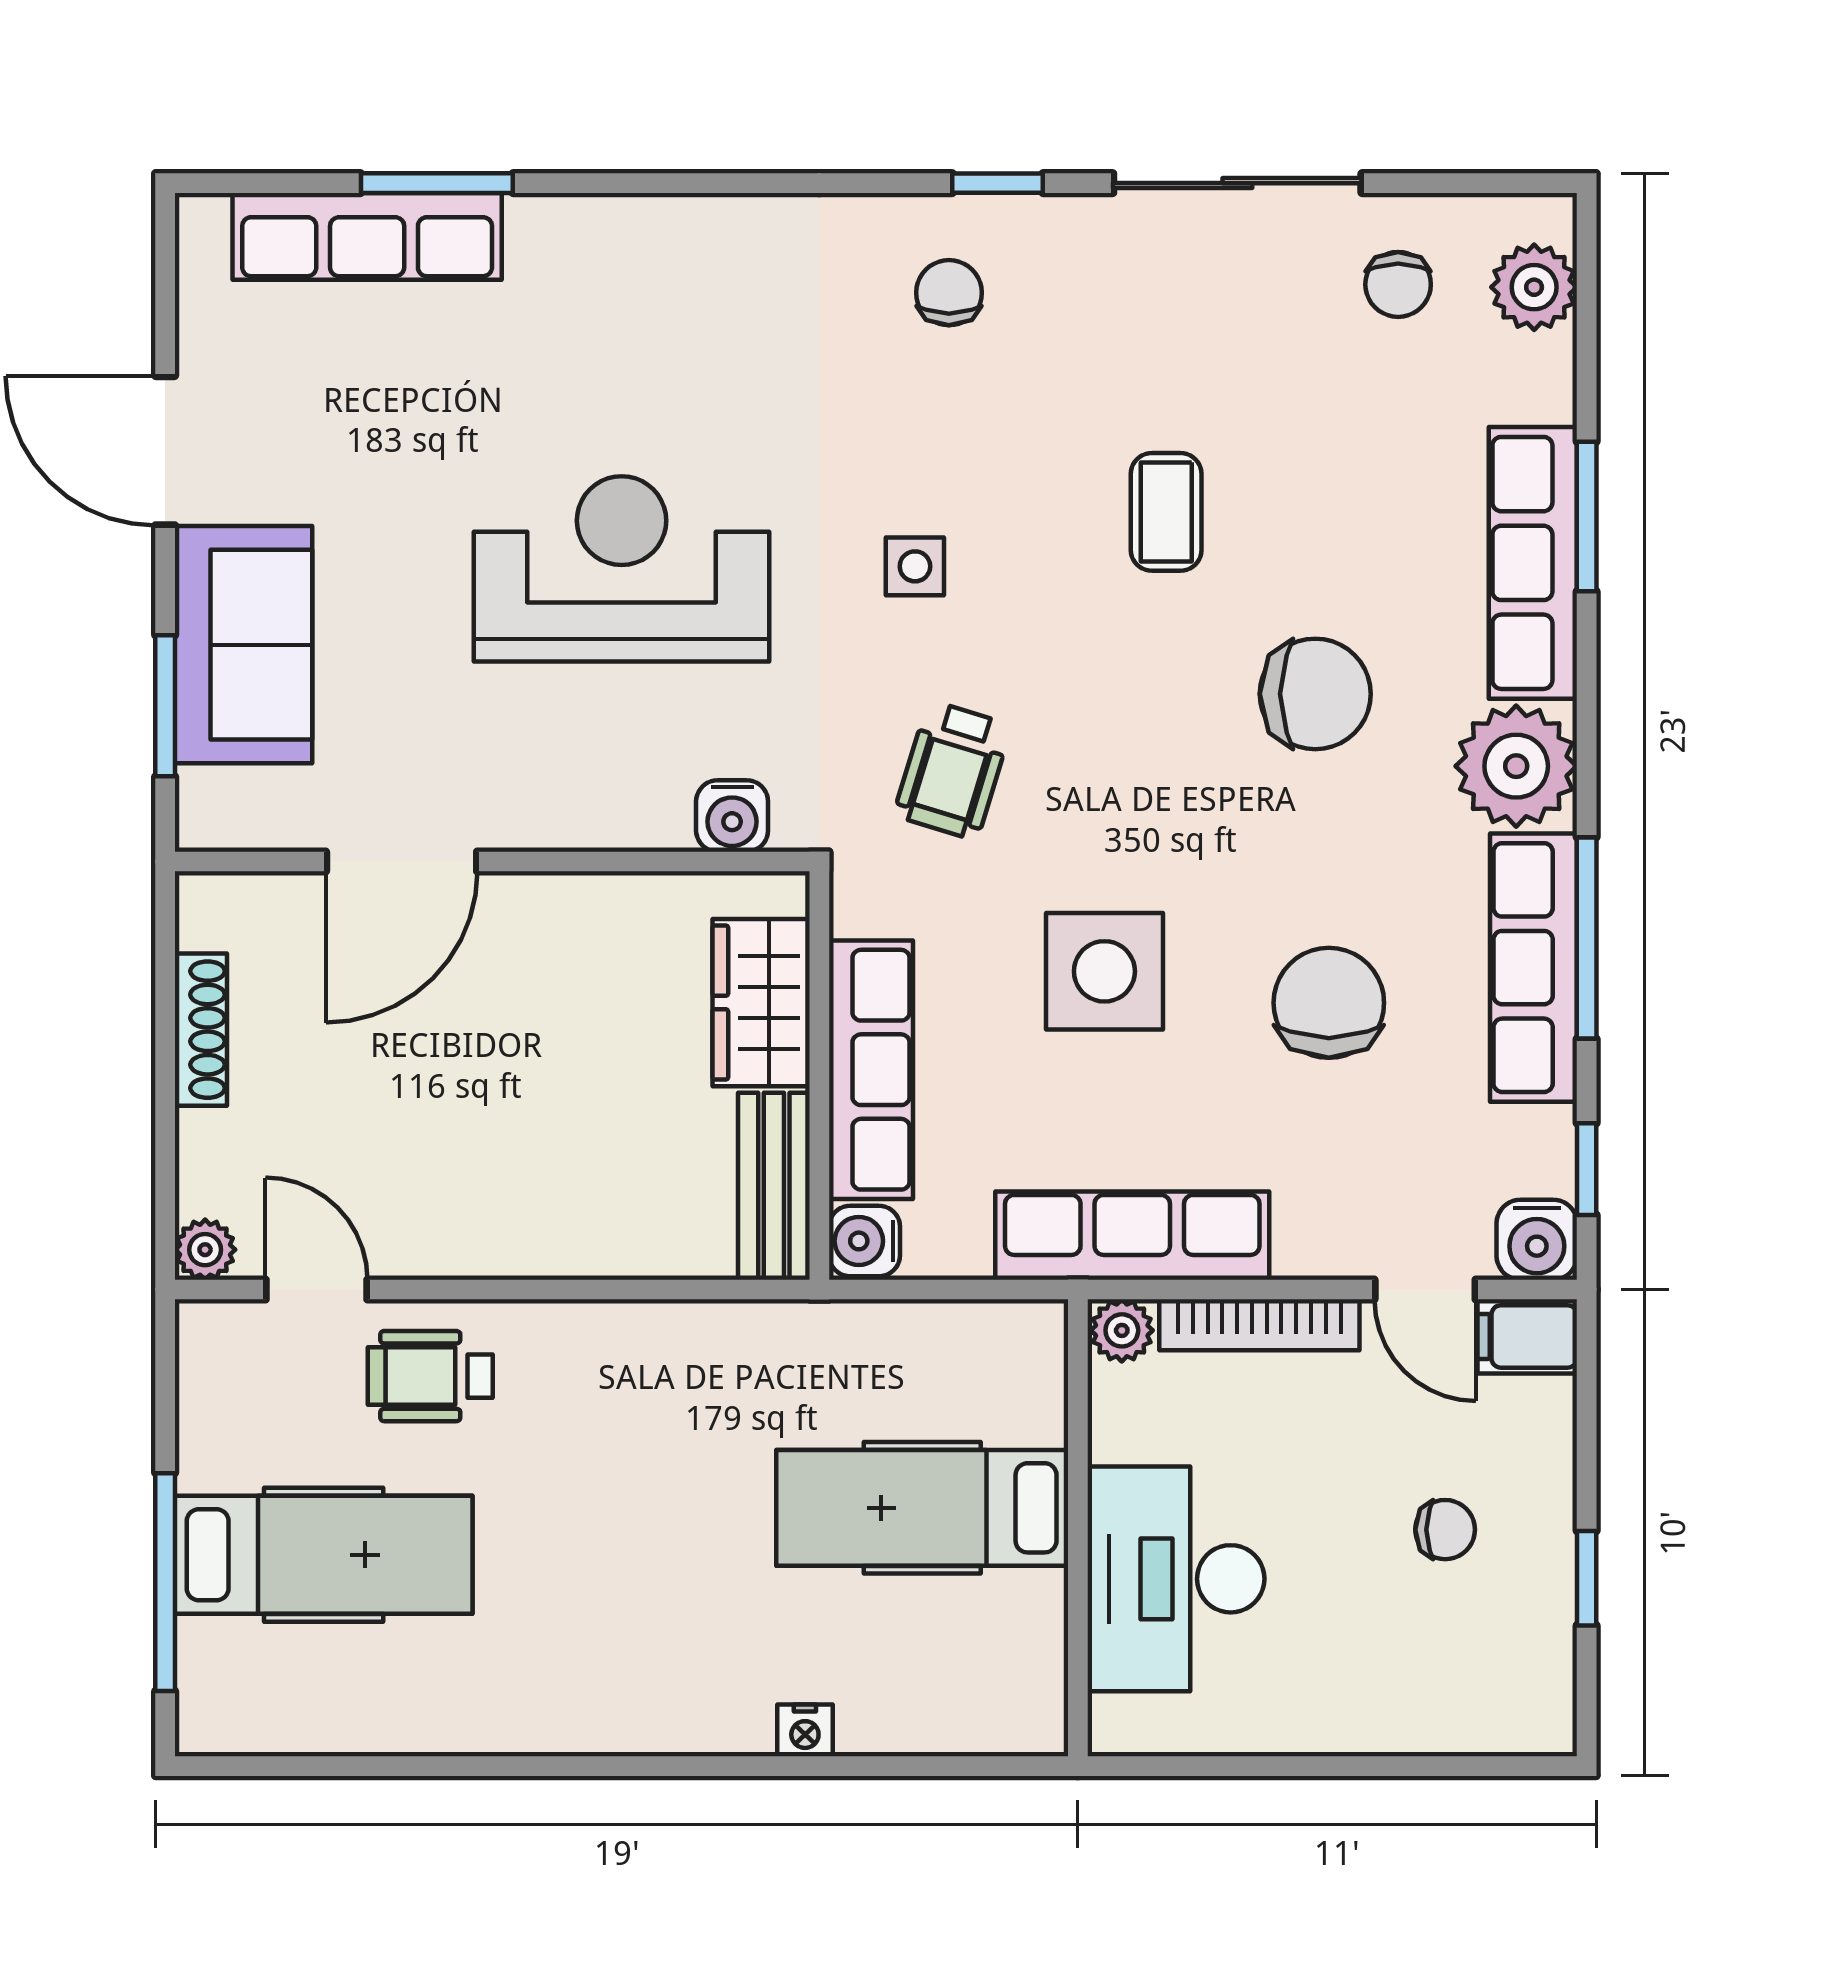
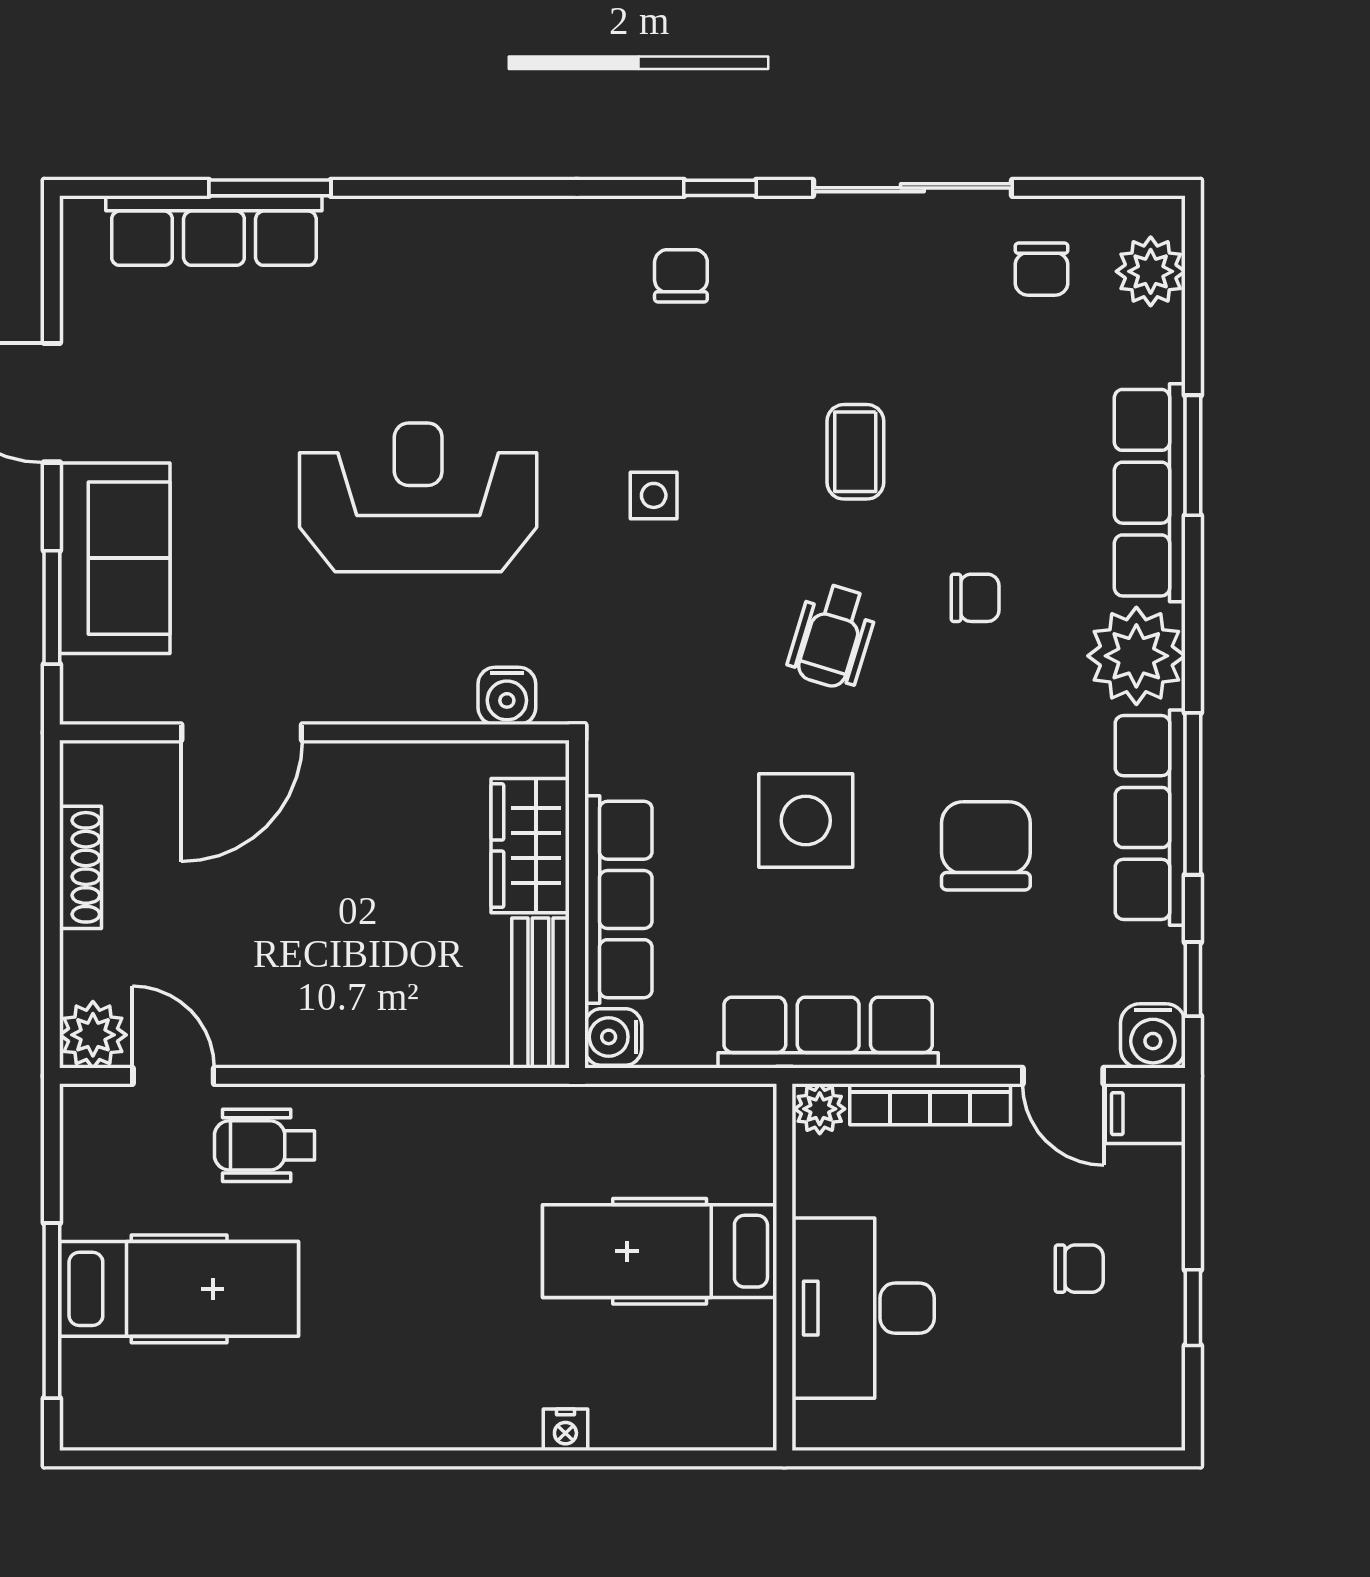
chair: (1315, 694) -> (975, 598), width x0.54, depth x0.54
wheelchair: (953, 770) -> (832, 636), moved
plant: (205, 1250) -> (93, 1035), width x1.38, depth x1.38

